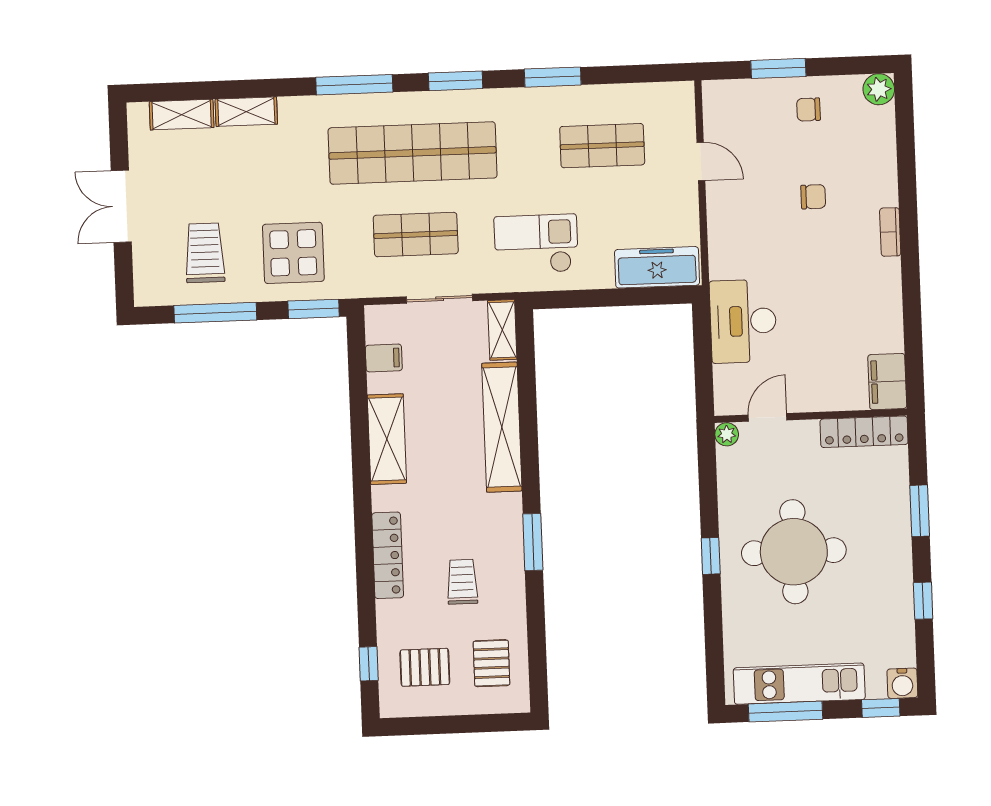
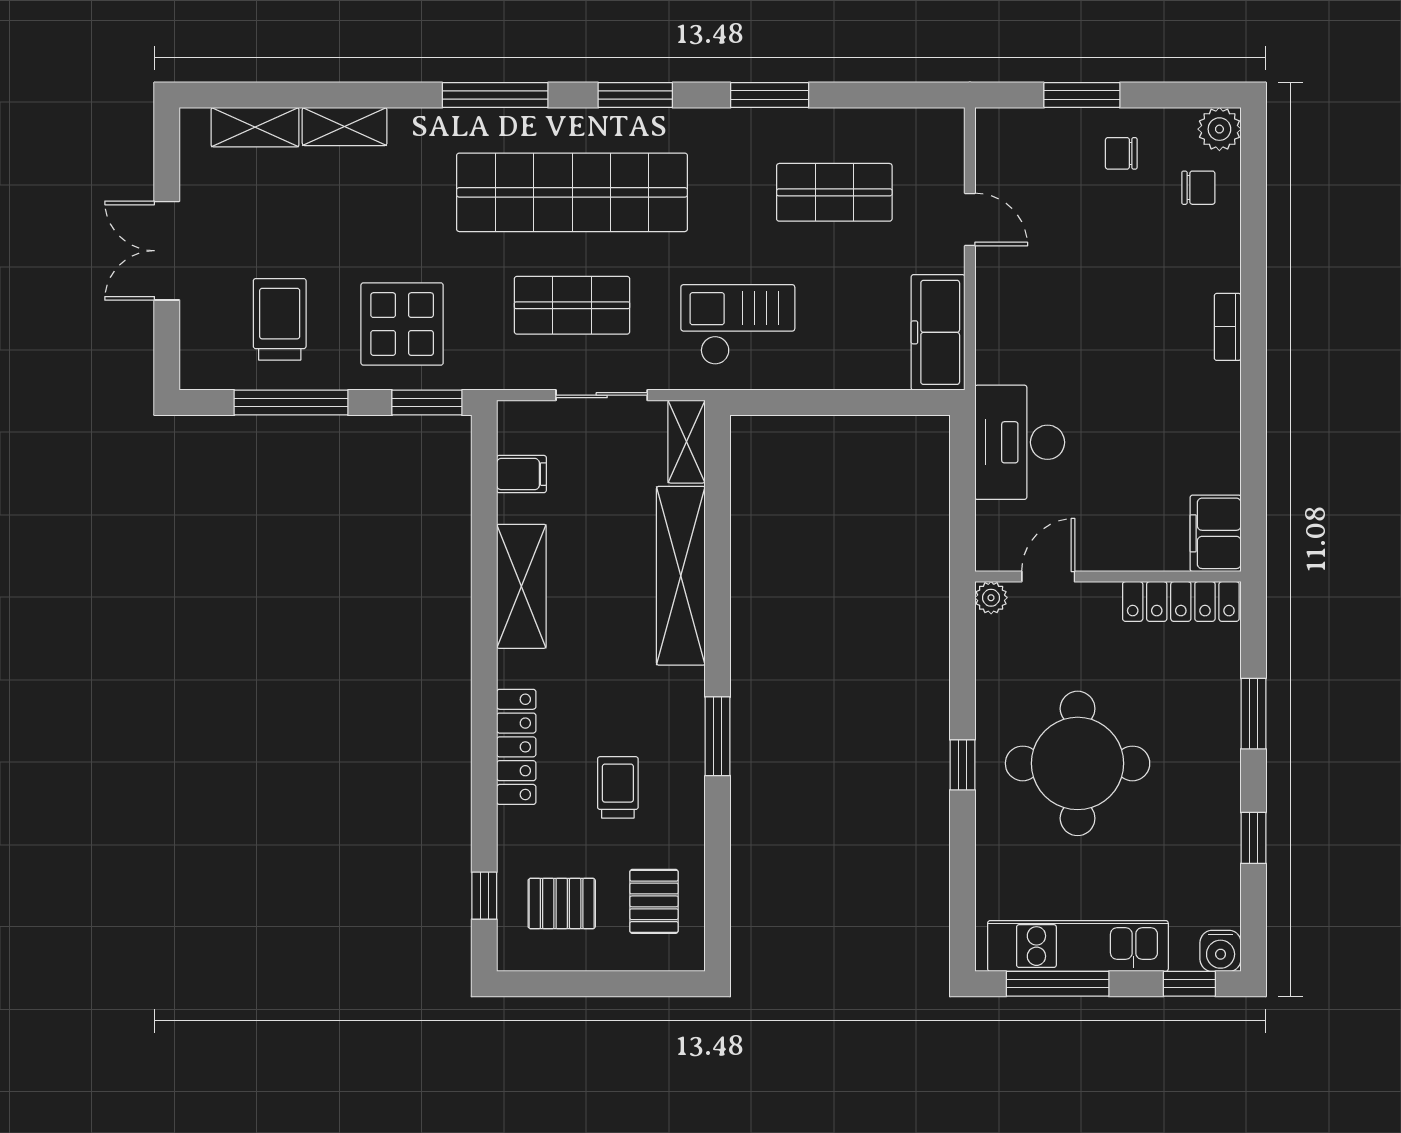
chair: (813, 197) -> (1198, 188), moved
freezer: (657, 267) -> (938, 332), moved, turned -90

